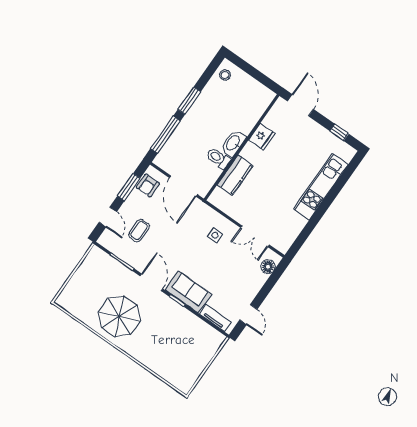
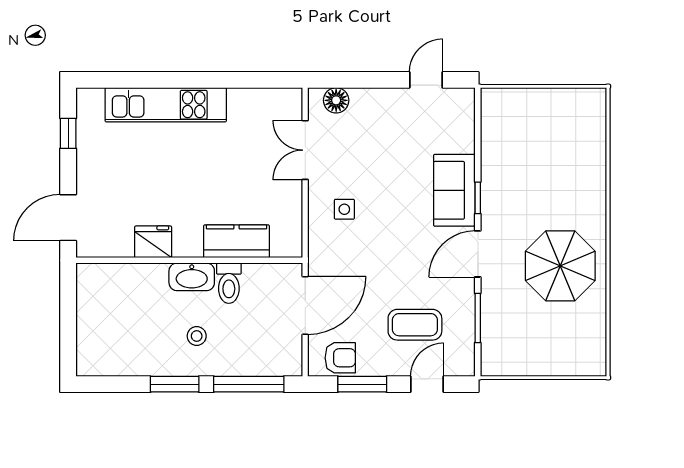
stool: (225, 75) -> (197, 336), moved
coffee table: (139, 231) -> (415, 325), width x1.36, depth x1.30
double door: (255, 236) -> (305, 150), swing flipped
tv unit: (215, 318) -> (465, 125), removed

